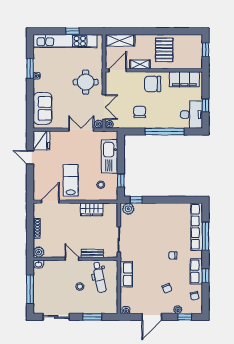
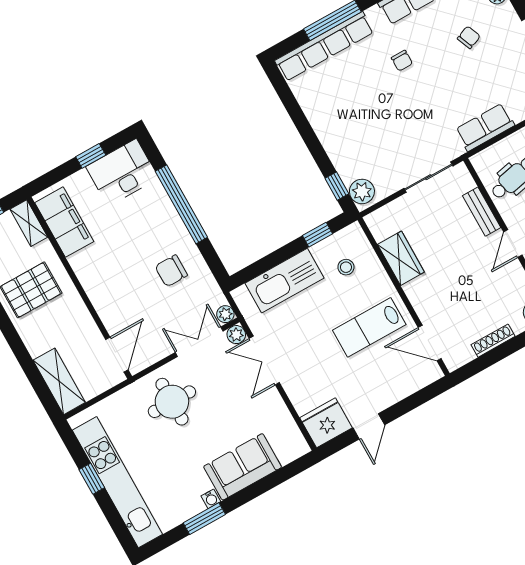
shelving: (140, 64) -> (29, 223), moved
door: (118, 70) -> (117, 355), swing flipped
chair: (153, 84) -> (106, 276), removed
sofa: (43, 108) -> (243, 467), moved

